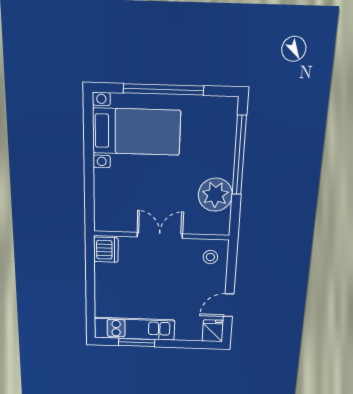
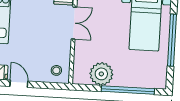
double door: (160, 235) -> (74, 23), moved

